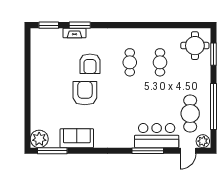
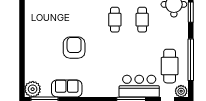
armchair: (90, 64) -> (79, 21), removed

